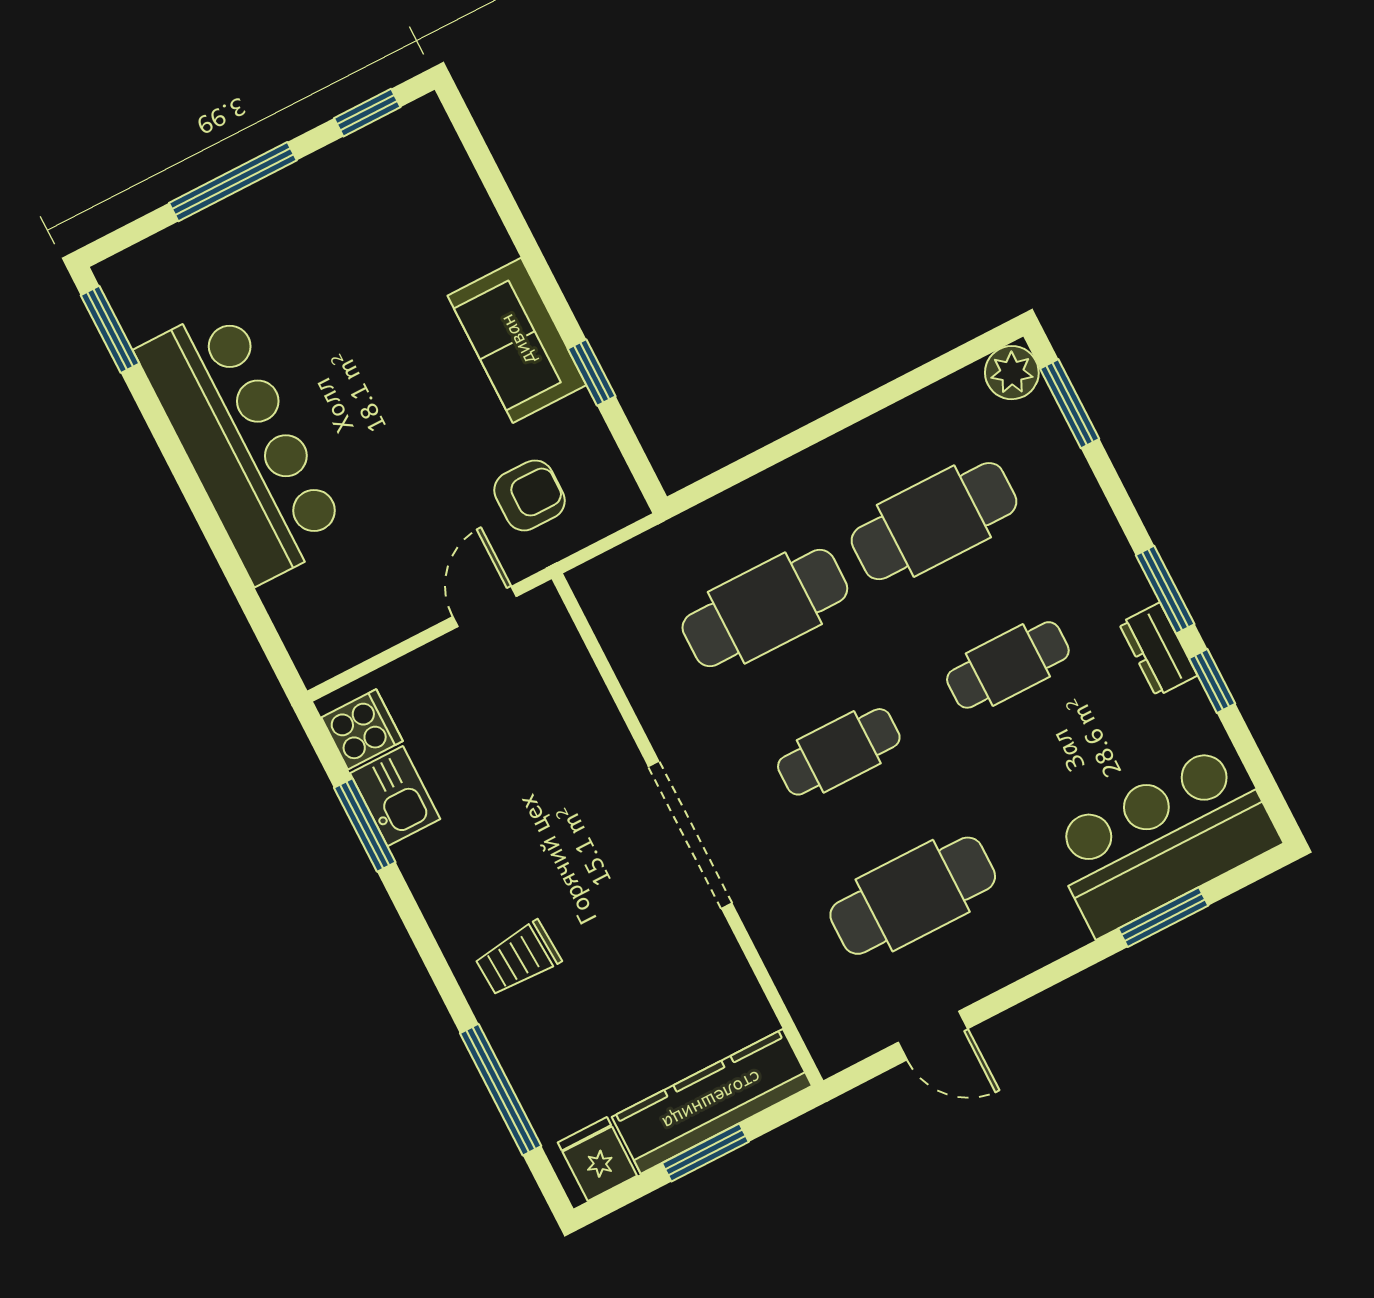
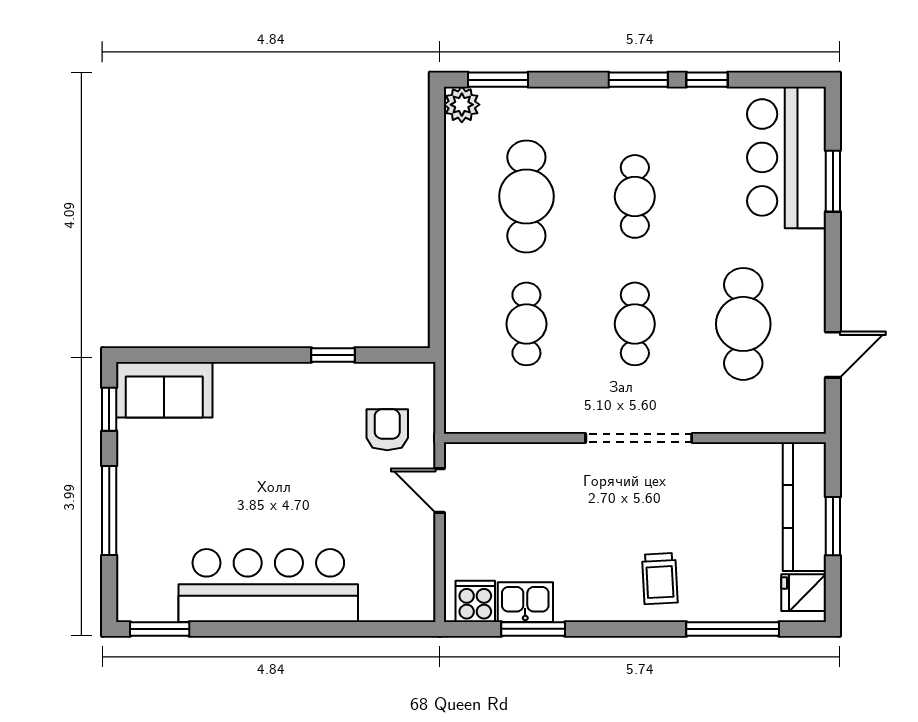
sofa: (517, 340) -> (164, 390), moved
cafe table: (765, 608) -> (526, 324), width x0.73, depth x0.74
dresser: (1158, 649) -> (672, 102), removed

